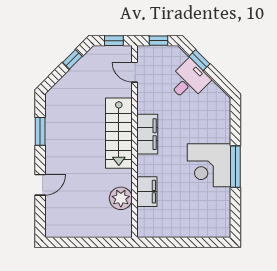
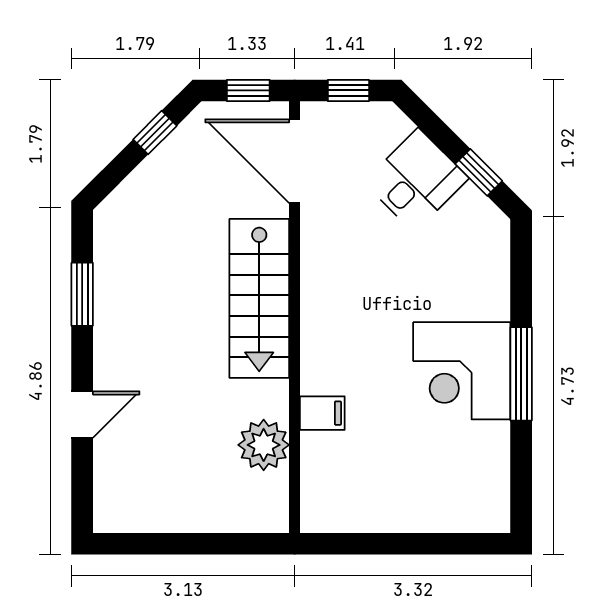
window: (199, 60) -> (479, 172), moved
door: (135, 72) -> (295, 161), width x1.88
filing cabinet: (147, 134) -> (323, 301), removed
filing cabinet: (147, 192) -> (322, 413), width x0.50

